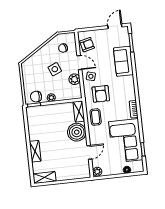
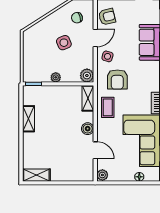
door: (79, 63) -> (95, 38), hinge flipped
plant: (75, 79) -> (87, 76), moved
chair: (36, 97) -> (37, 74), removed
boiler: (77, 132) -> (88, 129), width x0.54, depth x0.54
shelving: (35, 151) -> (28, 119), moved
door: (89, 152) -> (95, 150), hinge flipped

